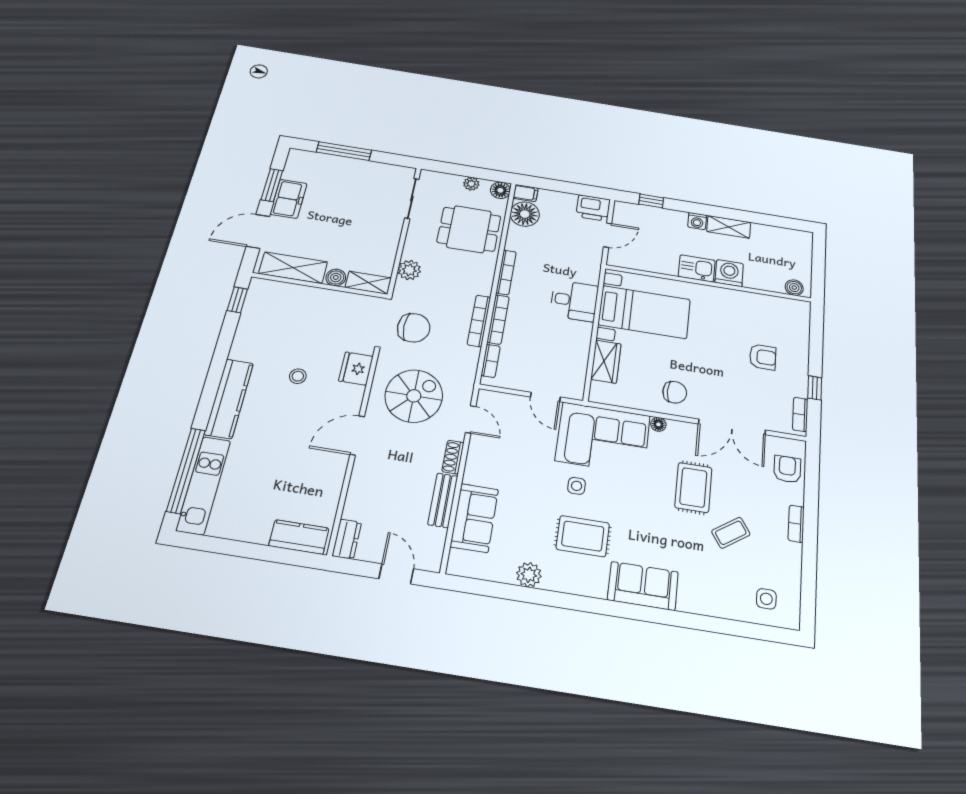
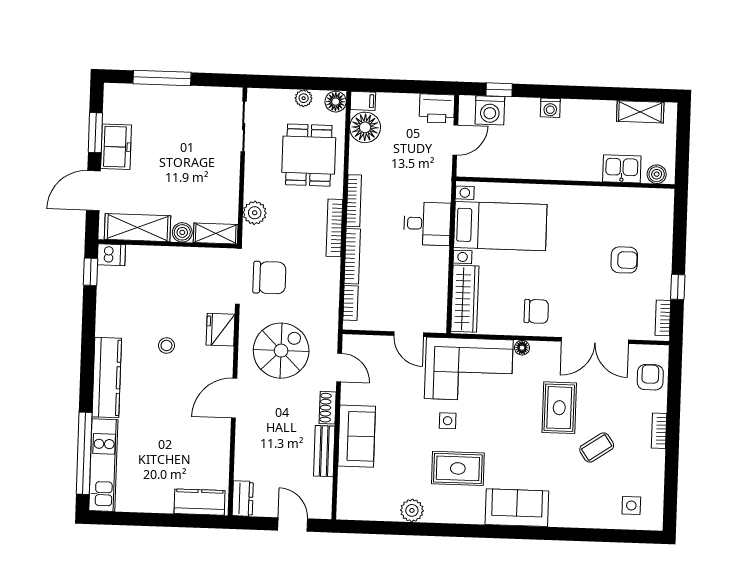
shelving: (729, 227) -> (640, 112), moved
dining table: (469, 229) -> (309, 155), turned 90
kitchen sink: (697, 268) -> (622, 169), moved
washing machine: (729, 273) -> (490, 110), moved, turned 180
dishwasher: (262, 288) -> (111, 255), added
bookcase: (479, 321) -> (334, 228), moved
wardrobe: (606, 362) -> (465, 299), width x1.50
sofa: (474, 518) -> (357, 436), moved

